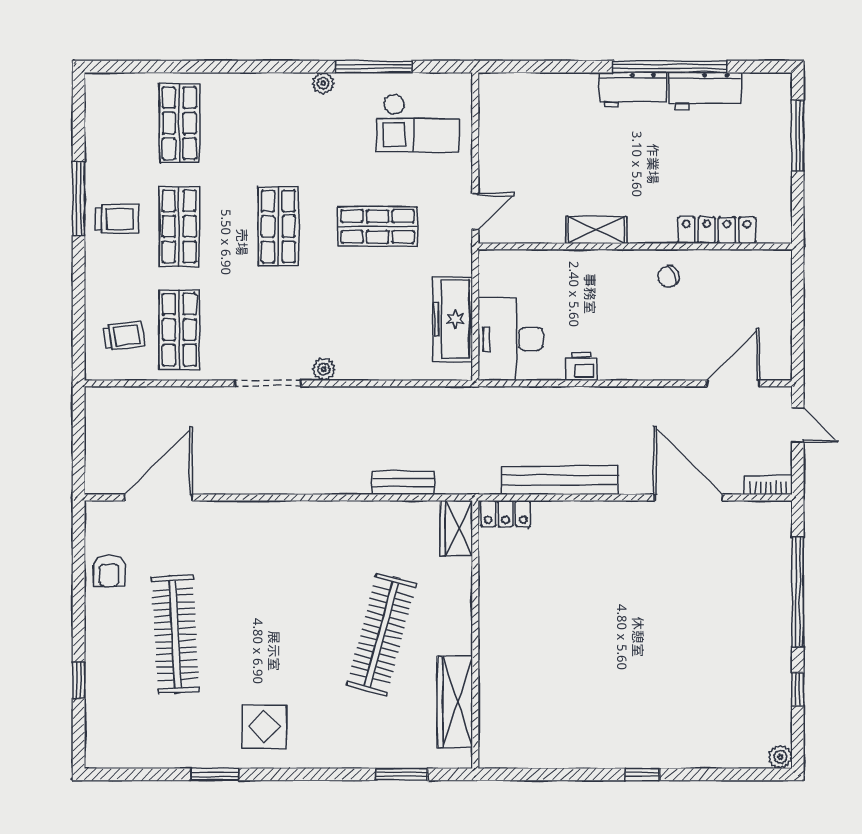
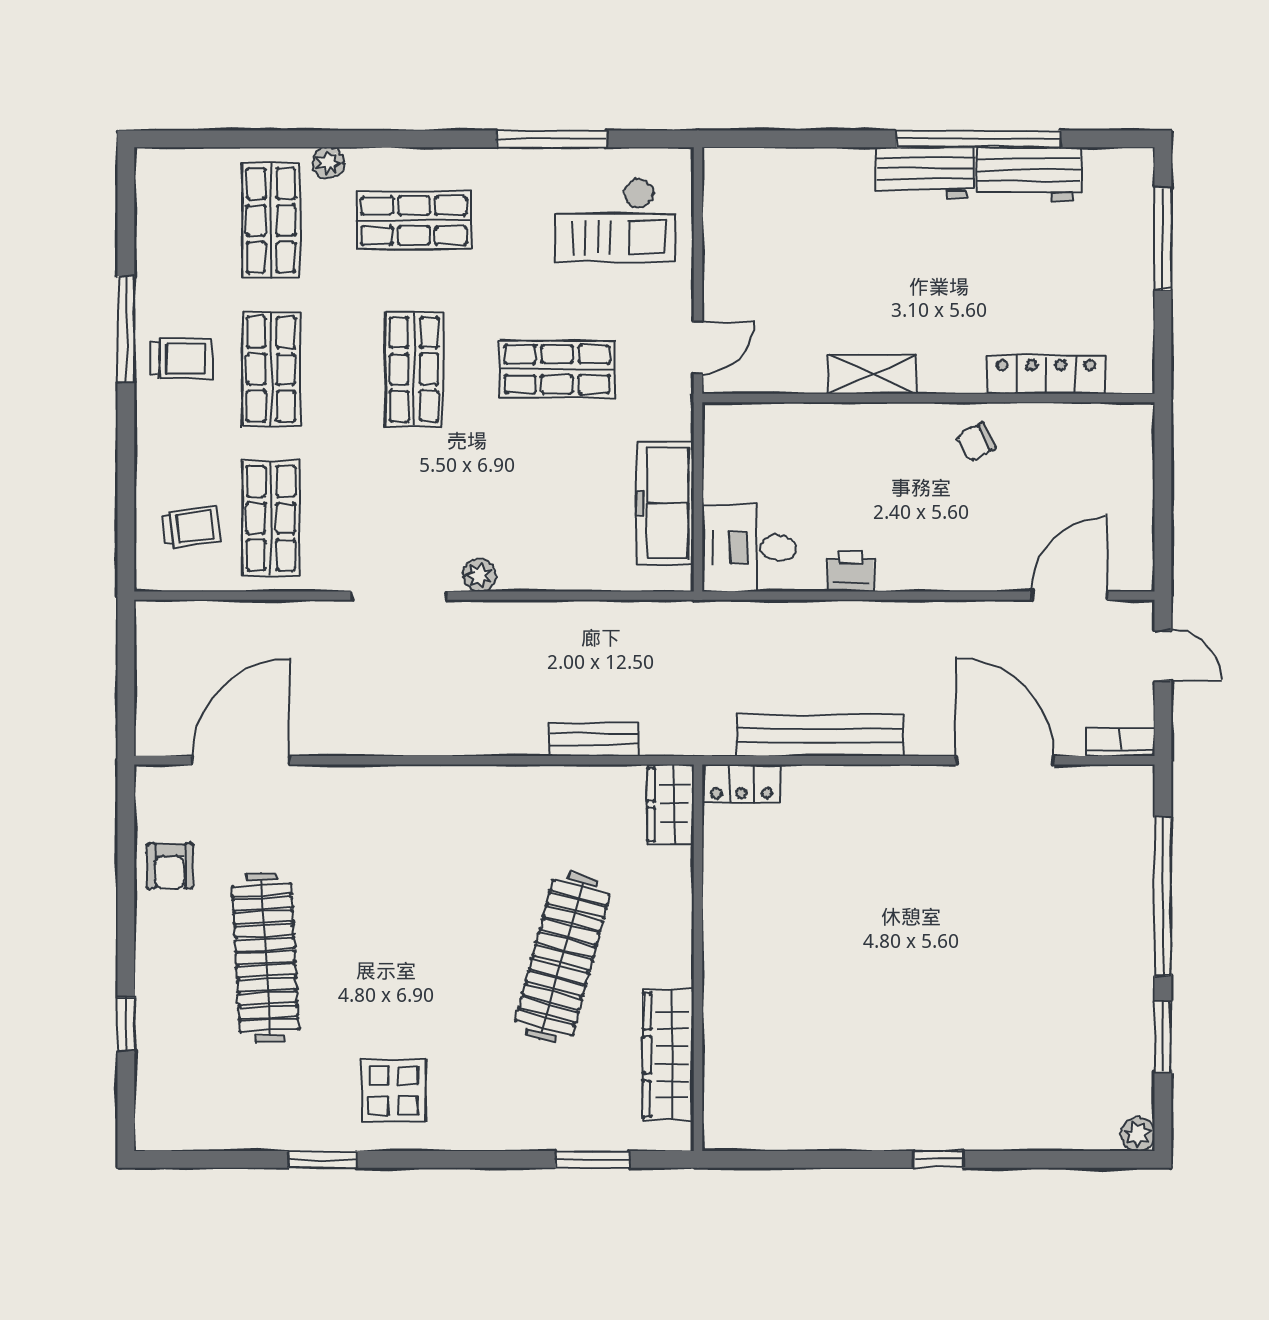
plant: (323, 83) -> (328, 163), moved
shop shelf: (278, 123) -> (414, 220), added
desk: (511, 339) -> (749, 548), width x0.73
window: (798, 689) -> (1163, 1036), width x1.50

